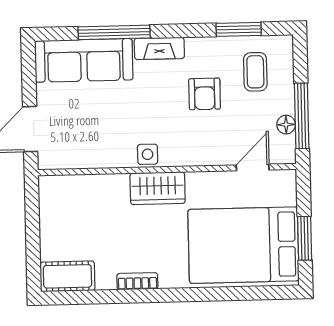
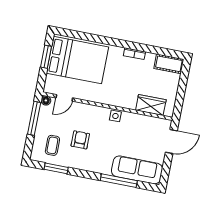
fireplace: (159, 48) -> (98, 168), removed
floor lamp: (286, 125) -> (46, 100), moved
wardrobe: (158, 188) -> (151, 105), moved

